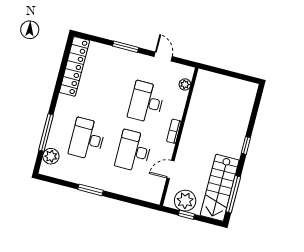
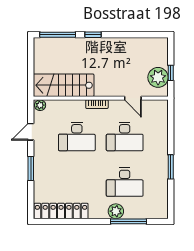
plant: (185, 84) -> (40, 105), moved
plant: (51, 156) -> (116, 211), moved
stairs: (220, 188) -> (64, 85), moved, turned 180
window: (233, 194) -> (58, 35), moved

